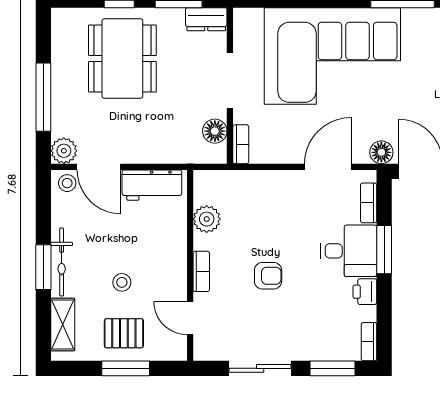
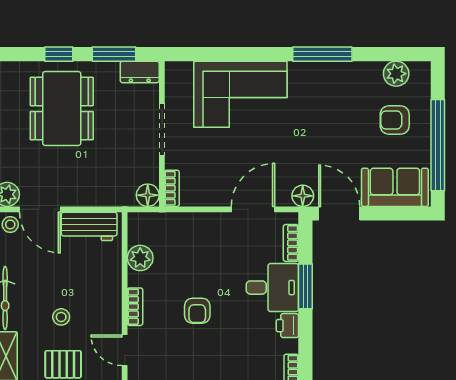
corner sofa: (332, 56) -> (240, 94), width x0.73, depth x0.74
floor lamp: (215, 131) -> (148, 195), moved
armchair: (268, 276) -> (197, 311), turned 90

